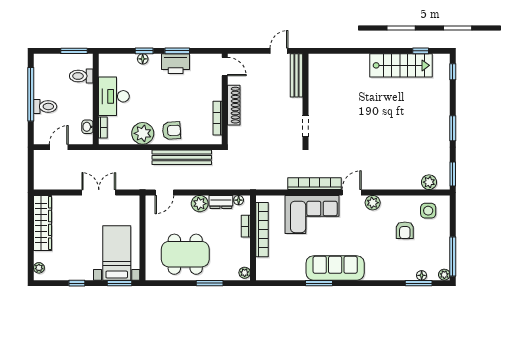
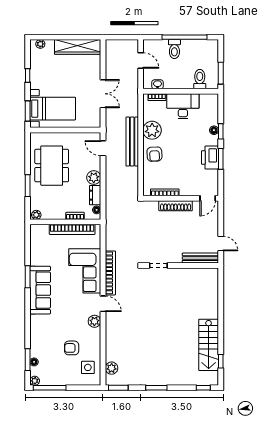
bench: (182, 157) -> (132, 142), moved

